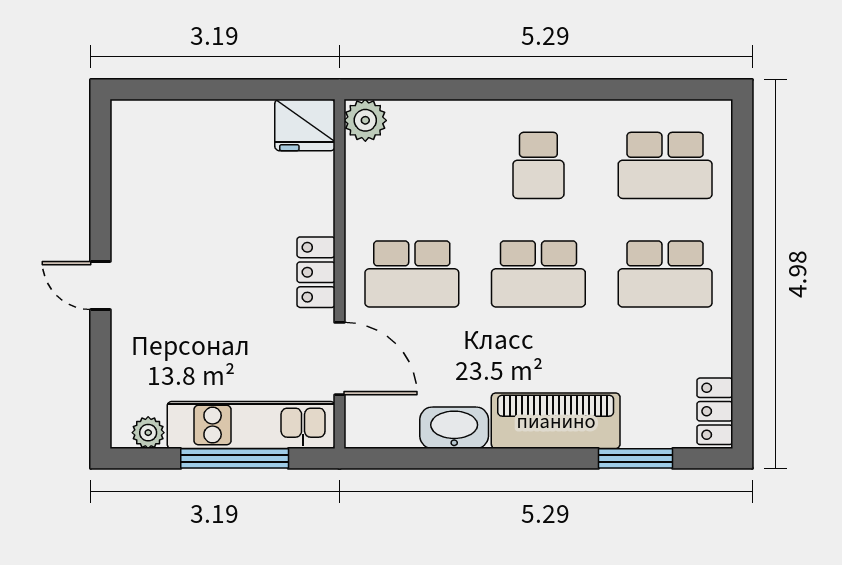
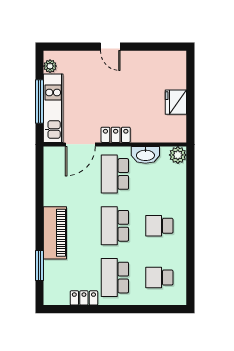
fridge: (305, 125) -> (176, 102), moved
school desk: (665, 165) -> (159, 278), width x0.54
door: (100, 285) -> (110, 47), swing flipped
locker: (715, 411) -> (84, 298), moved
washbasin: (454, 428) -> (145, 155), moved, turned 90

